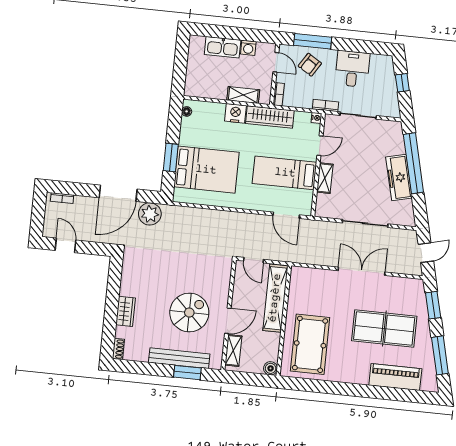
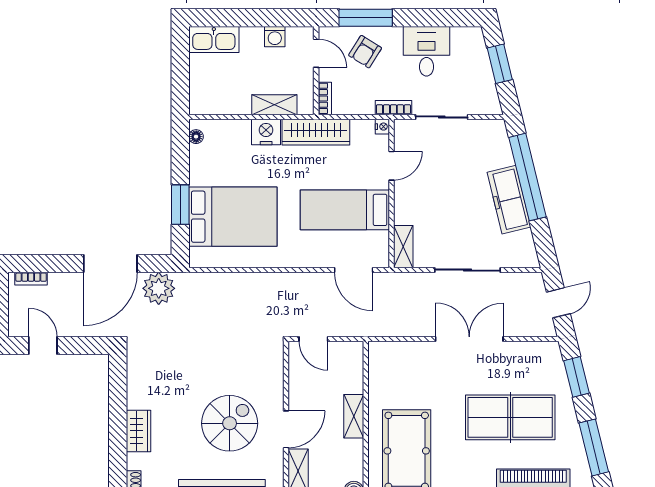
kitchen sink: (223, 47) -> (214, 40), moved
window: (402, 83) -> (500, 64), width x1.50
shelving: (325, 178) -> (403, 247), moved
shelving: (275, 298) -> (354, 416), width x0.45, depth x0.75

